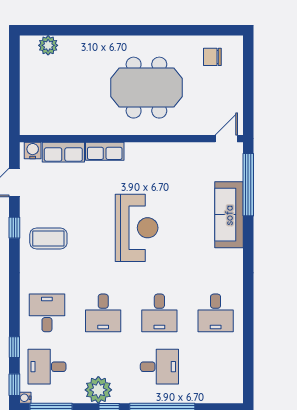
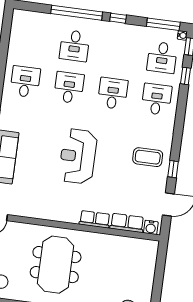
meeting table: (146, 88) -> (56, 265), turned 90
desk: (47, 313) -> (157, 99), turned 180
desk: (47, 367) -> (162, 57), turned 90
desk: (159, 367) -> (75, 46), turned -90
plant: (98, 390) -> (124, 34), removed

